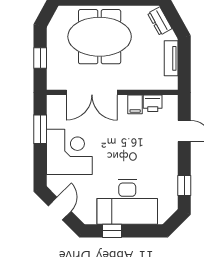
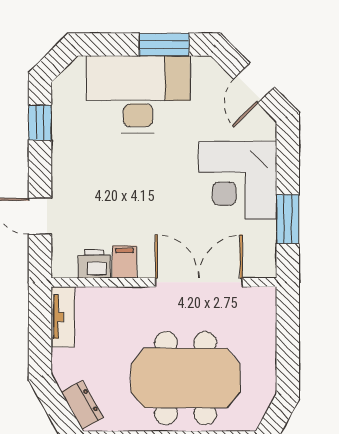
window: (40, 58) -> (288, 341), removed
tv unit: (171, 58) -> (63, 317), moved
window: (112, 231) -> (164, 45), width x1.50

